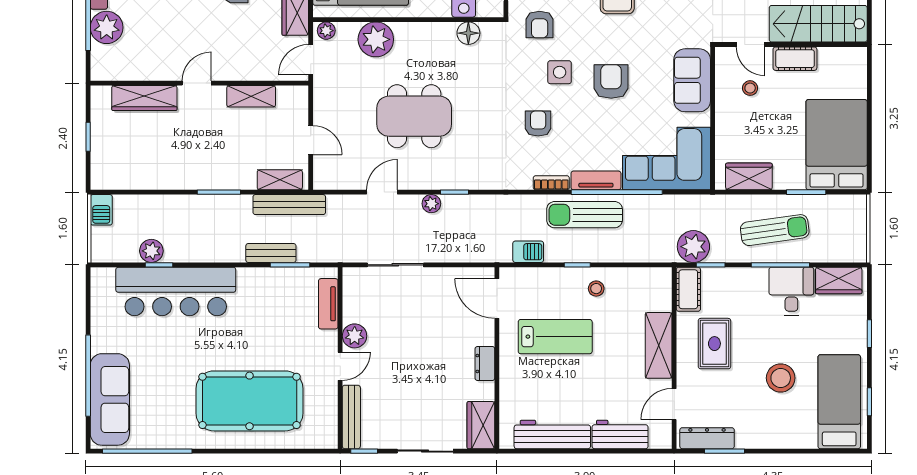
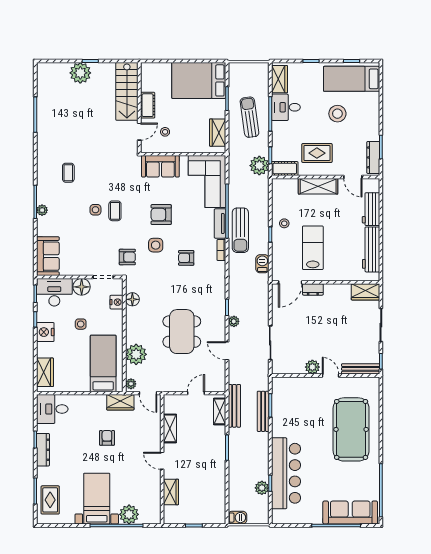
wardrobe: (144, 98) -> (171, 492), width x0.67
bench: (271, 253) -> (263, 411), width x1.36
tv unit: (328, 304) -> (293, 383), removed
dresser: (485, 363) -> (313, 289), moved

